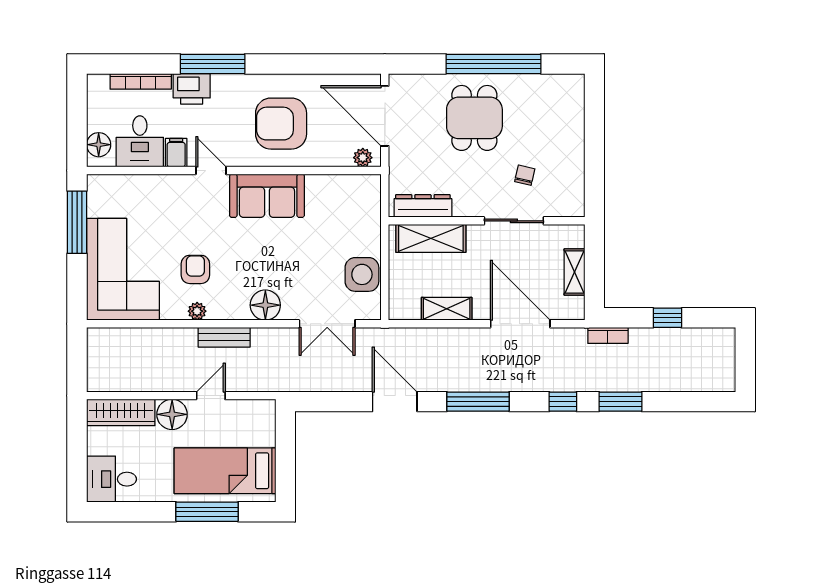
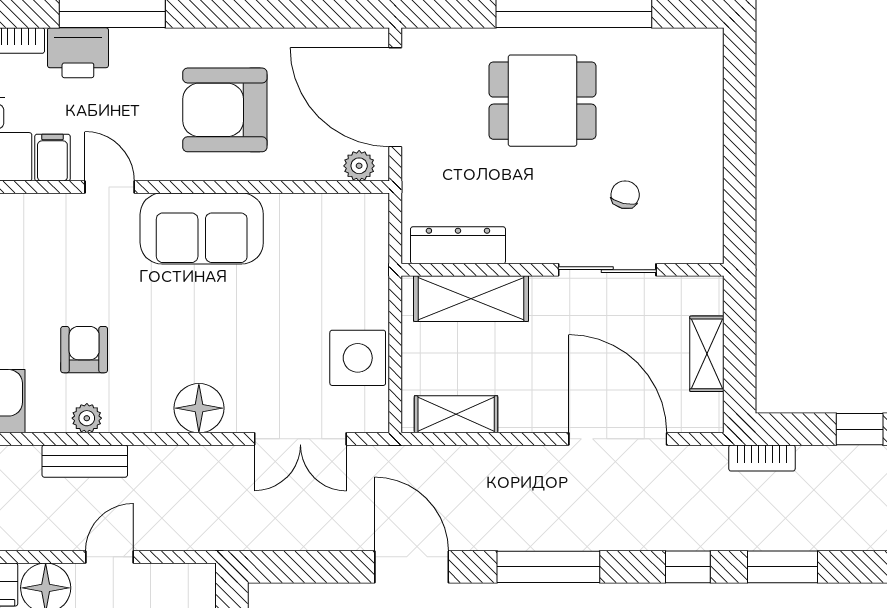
dining table: (474, 118) -> (542, 101), turned 90
shelving: (447, 309) -> (456, 414), moved
bench: (224, 337) -> (85, 461), moved

